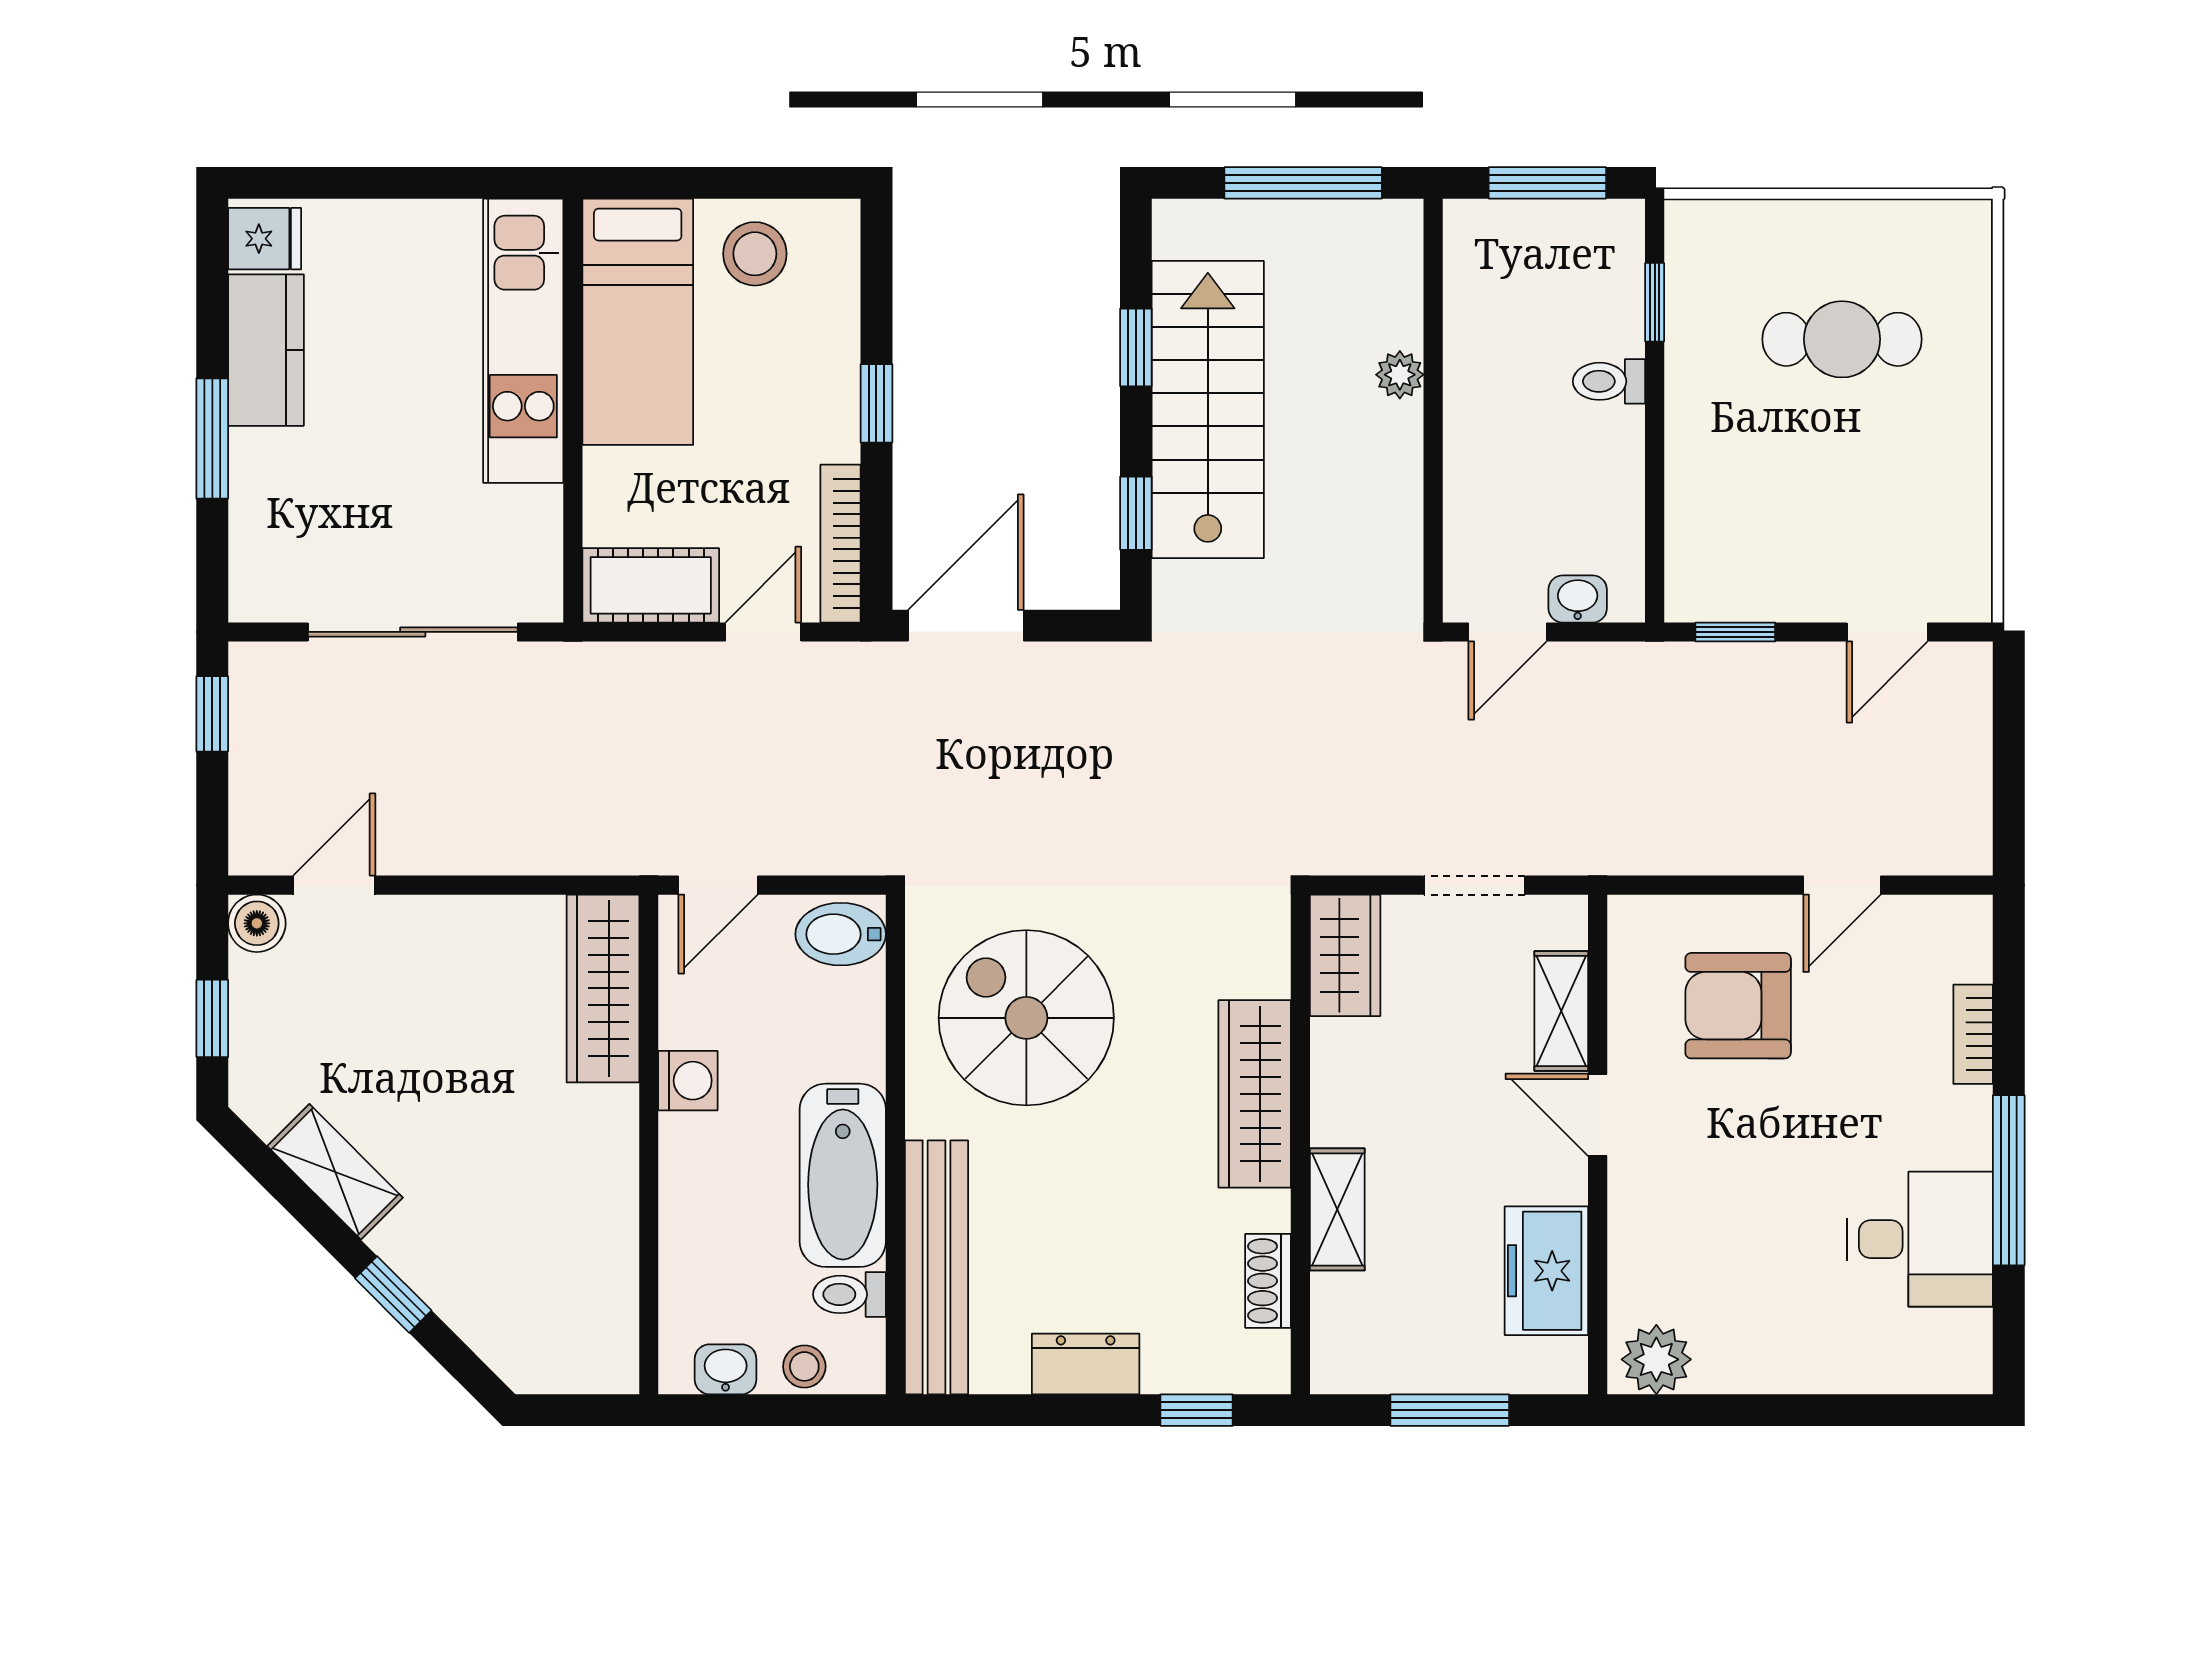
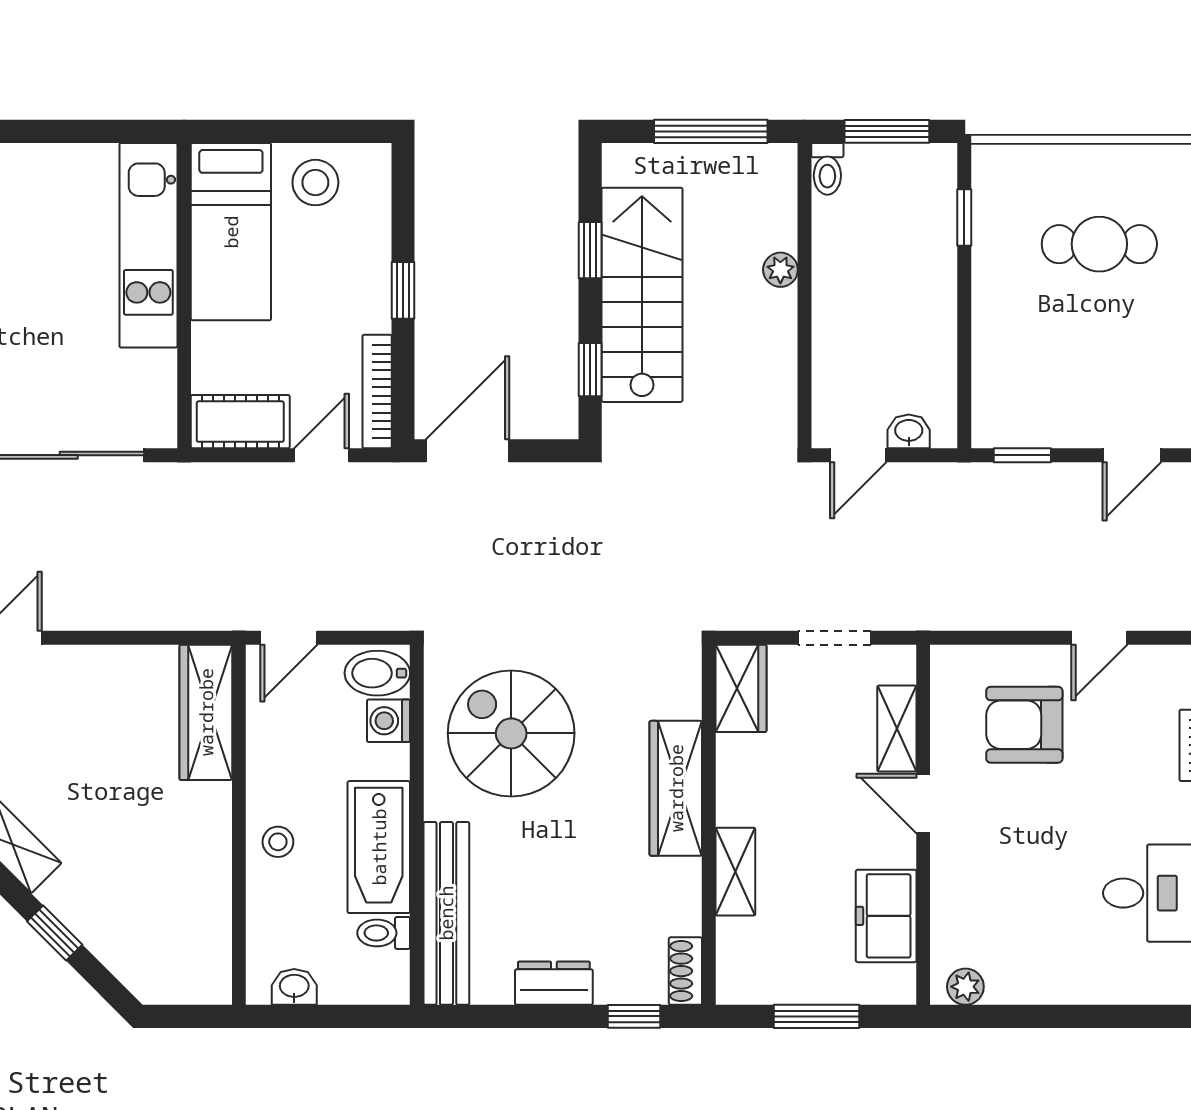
toilet: (1609, 381) -> (827, 169), moved, turned -90
washing machine: (688, 1081) -> (389, 721), moved, turned 180
shoe rack: (1268, 1281) -> (685, 971), moved
plant: (1656, 1359) -> (965, 987), width x0.73, depth x0.73
stool: (804, 1366) -> (278, 842), moved

